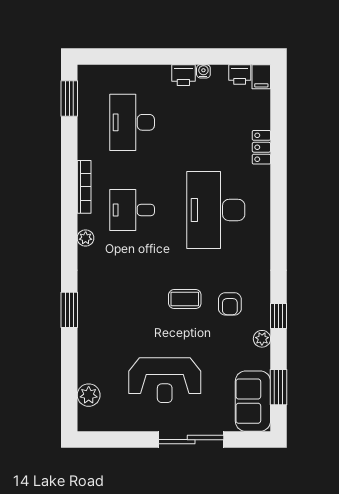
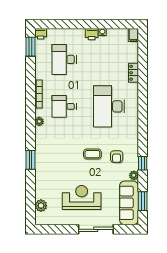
printer: (240, 74) -> (41, 34), moved
reception desk: (165, 380) -> (82, 197), turned 180
sofa: (253, 401) -> (129, 203), width x1.36

